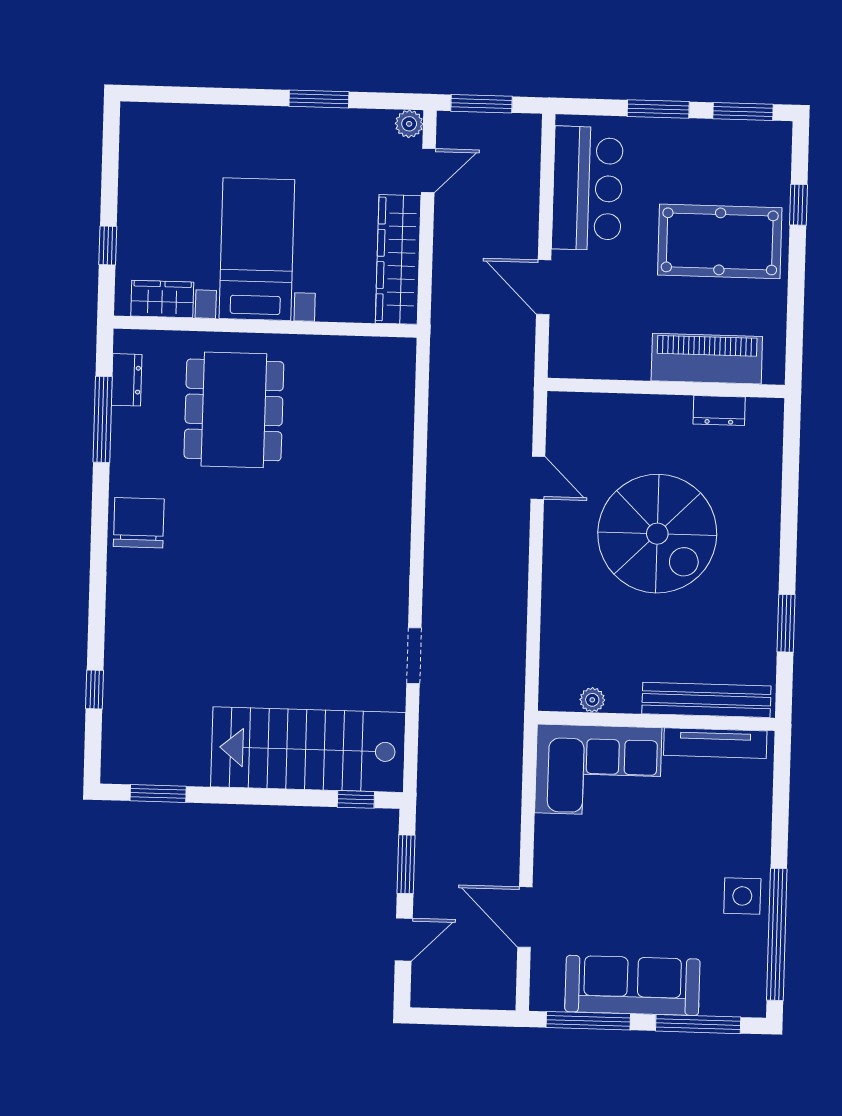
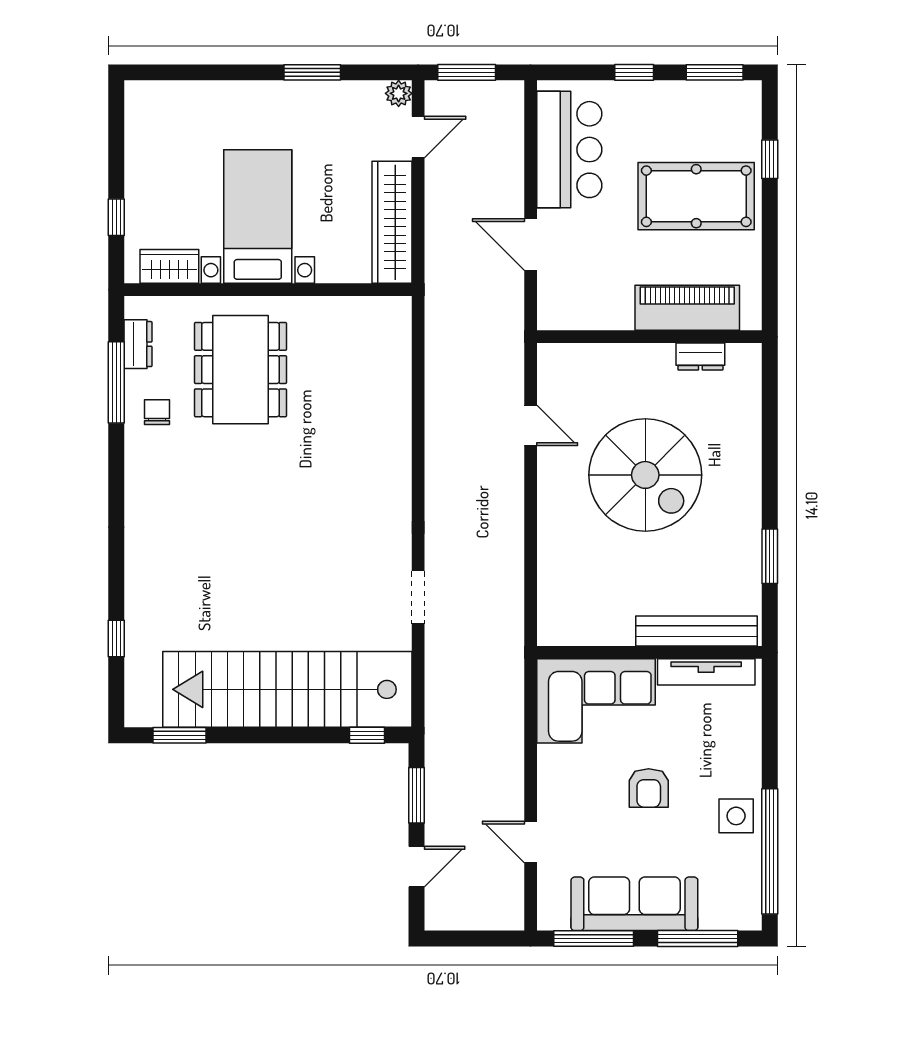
window: (658, 109) -> (634, 72), width x0.67
chair: (139, 523) -> (157, 412), moved, width x0.54, depth x0.54
plant: (592, 700) -> (588, 634), removed
stairs: (308, 750) -> (287, 689), width x1.36
armchair: (651, 864) -> (649, 788), added
door: (525, 917) -> (531, 842), width x0.73

